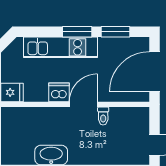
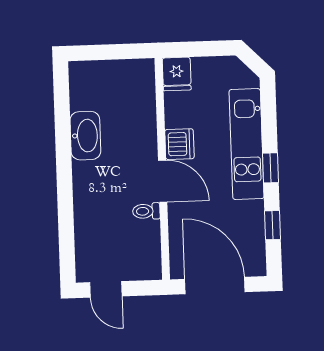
window: (77, 32) -> (271, 168), width x0.67
window: (115, 32) -> (273, 225), width x0.67

